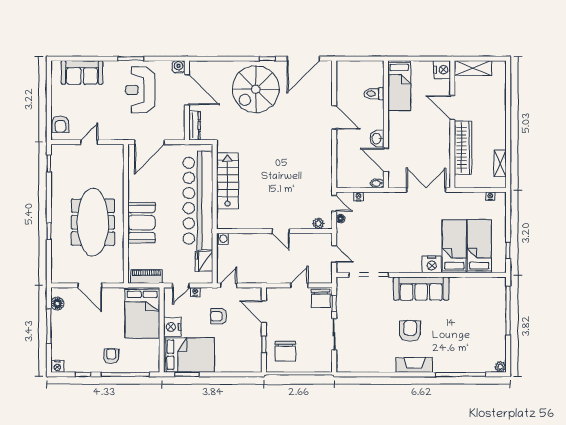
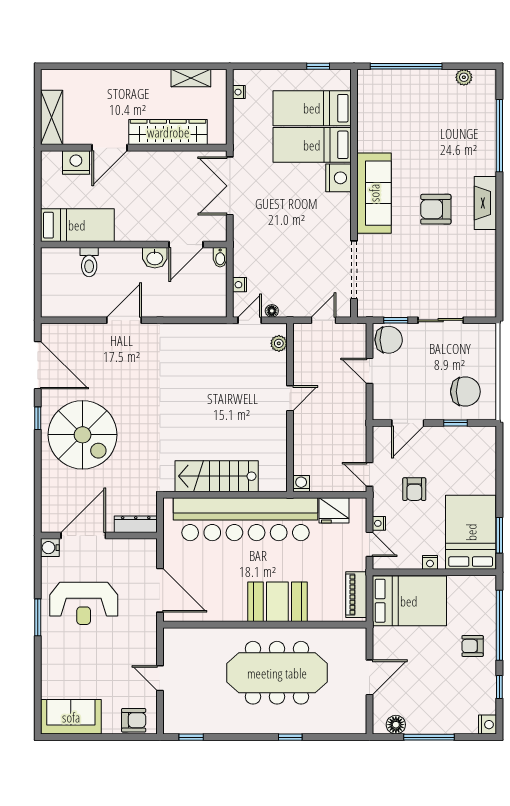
nightstand: (442, 70) -> (76, 162), moved
sofa: (82, 72) -> (71, 717), moved, turned -90
nightstand: (172, 327) -> (430, 562), width x0.53, depth x0.56
plant: (500, 367) -> (464, 77), moved

